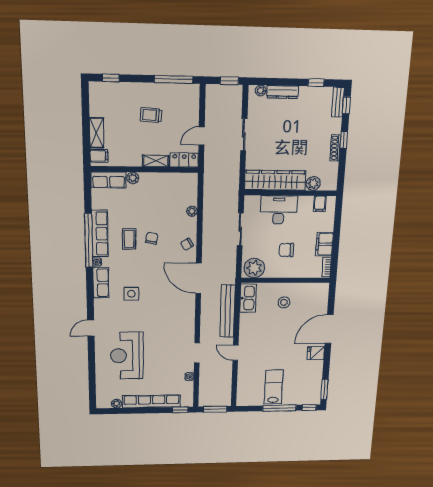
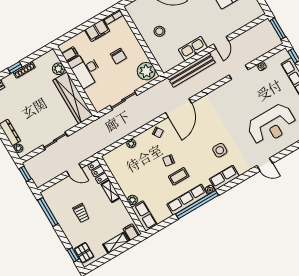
pallet: (106, 91) -> (84, 253), added
desk: (279, 210) -> (86, 70), moved
kitchen sink: (248, 298) -> (193, 49), moved

